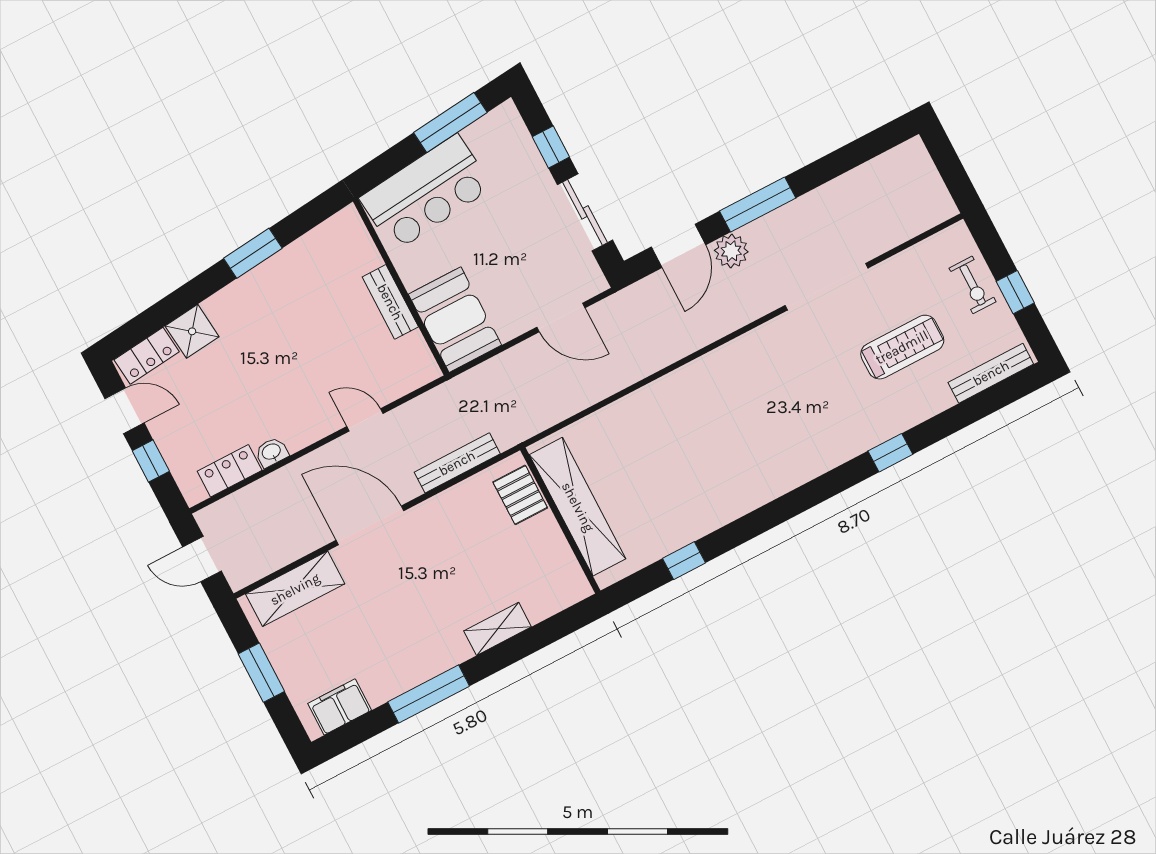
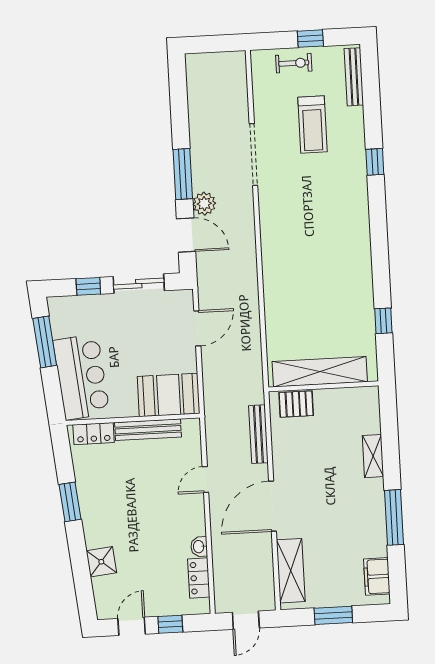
bench: (390, 302) -> (148, 430), width x1.36
treadmill: (902, 347) -> (312, 124), turned 180
locker: (147, 356) -> (94, 434), moved, turned 96

